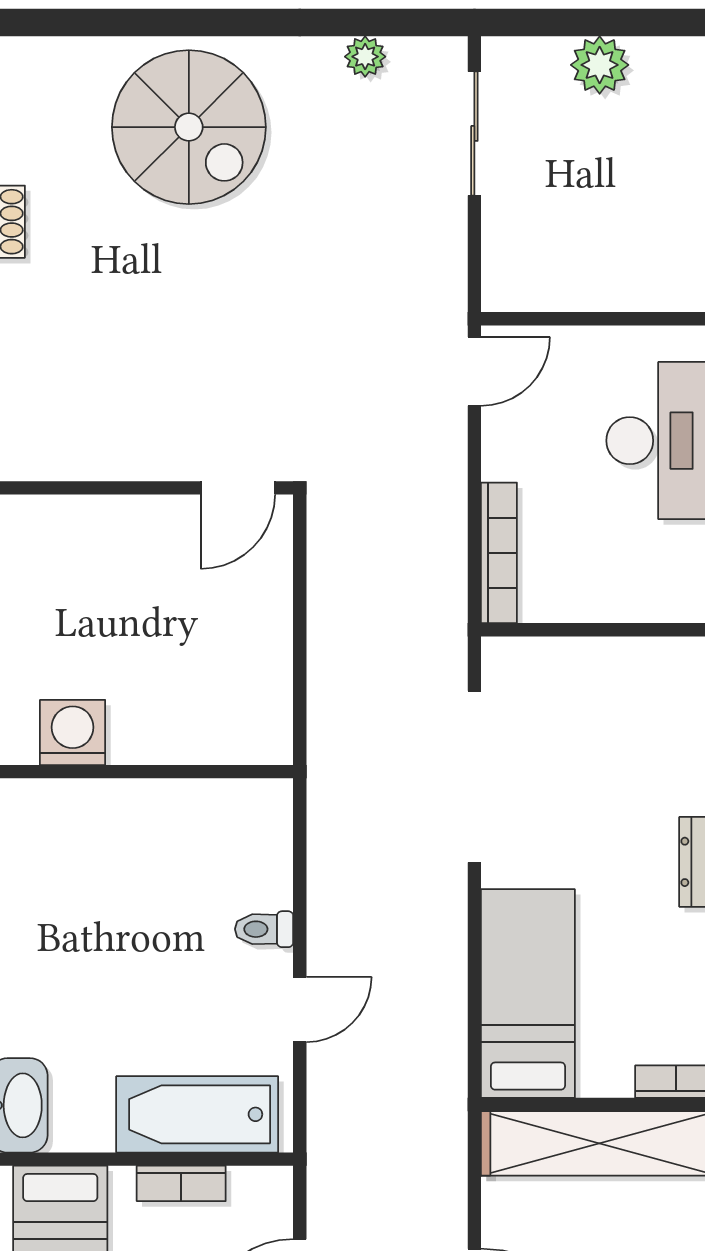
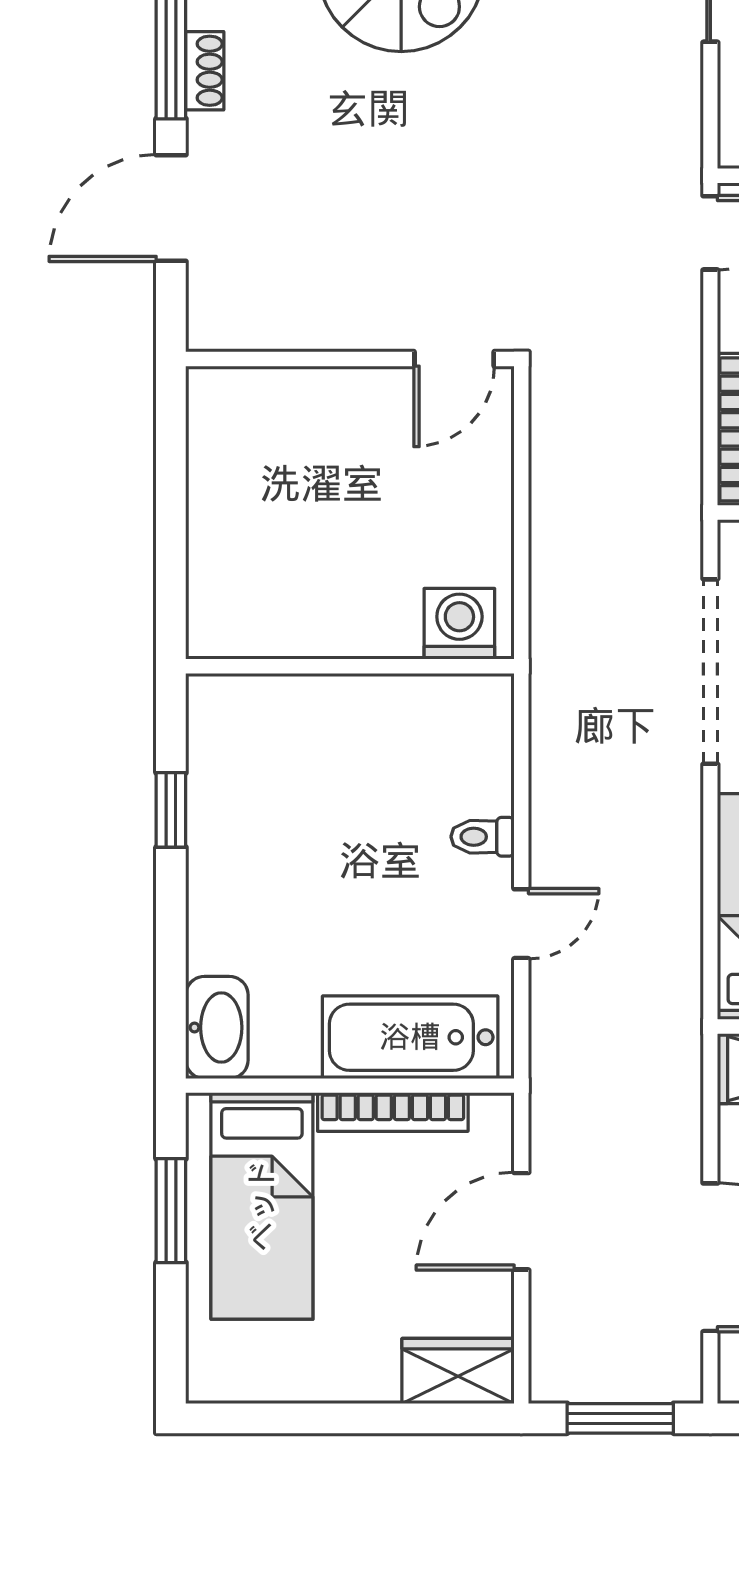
washing machine: (73, 732) -> (459, 624), moved
bookcase: (181, 1183) -> (393, 1112), width x1.56

